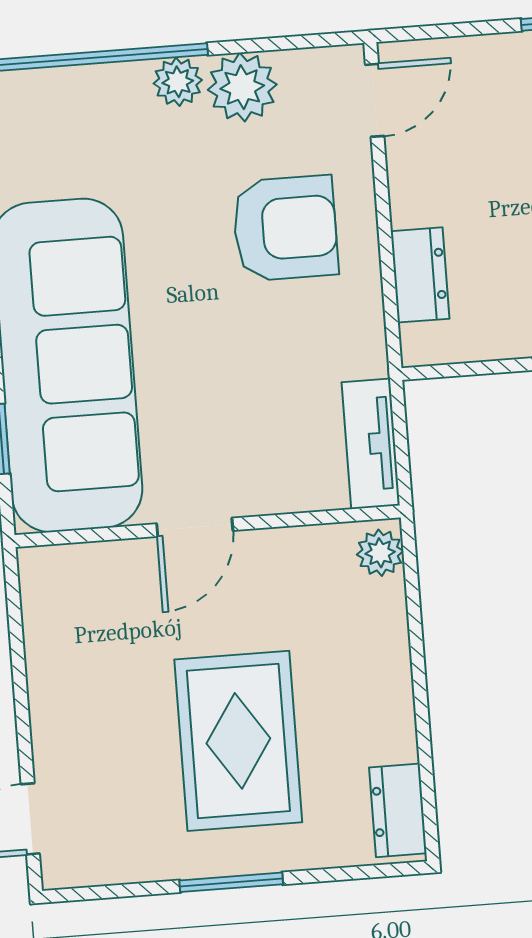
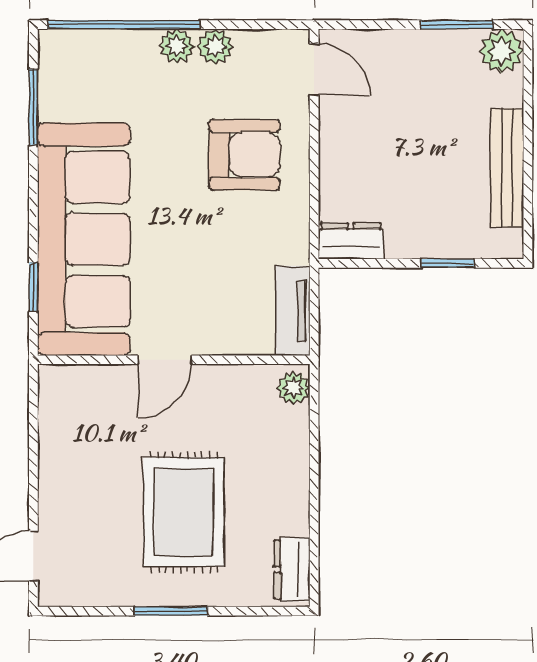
plant: (242, 87) -> (215, 47), width x0.73, depth x0.73
door: (375, 100) -> (314, 70), hinge flipped
dresser: (420, 275) -> (351, 241), moved, turned -90

